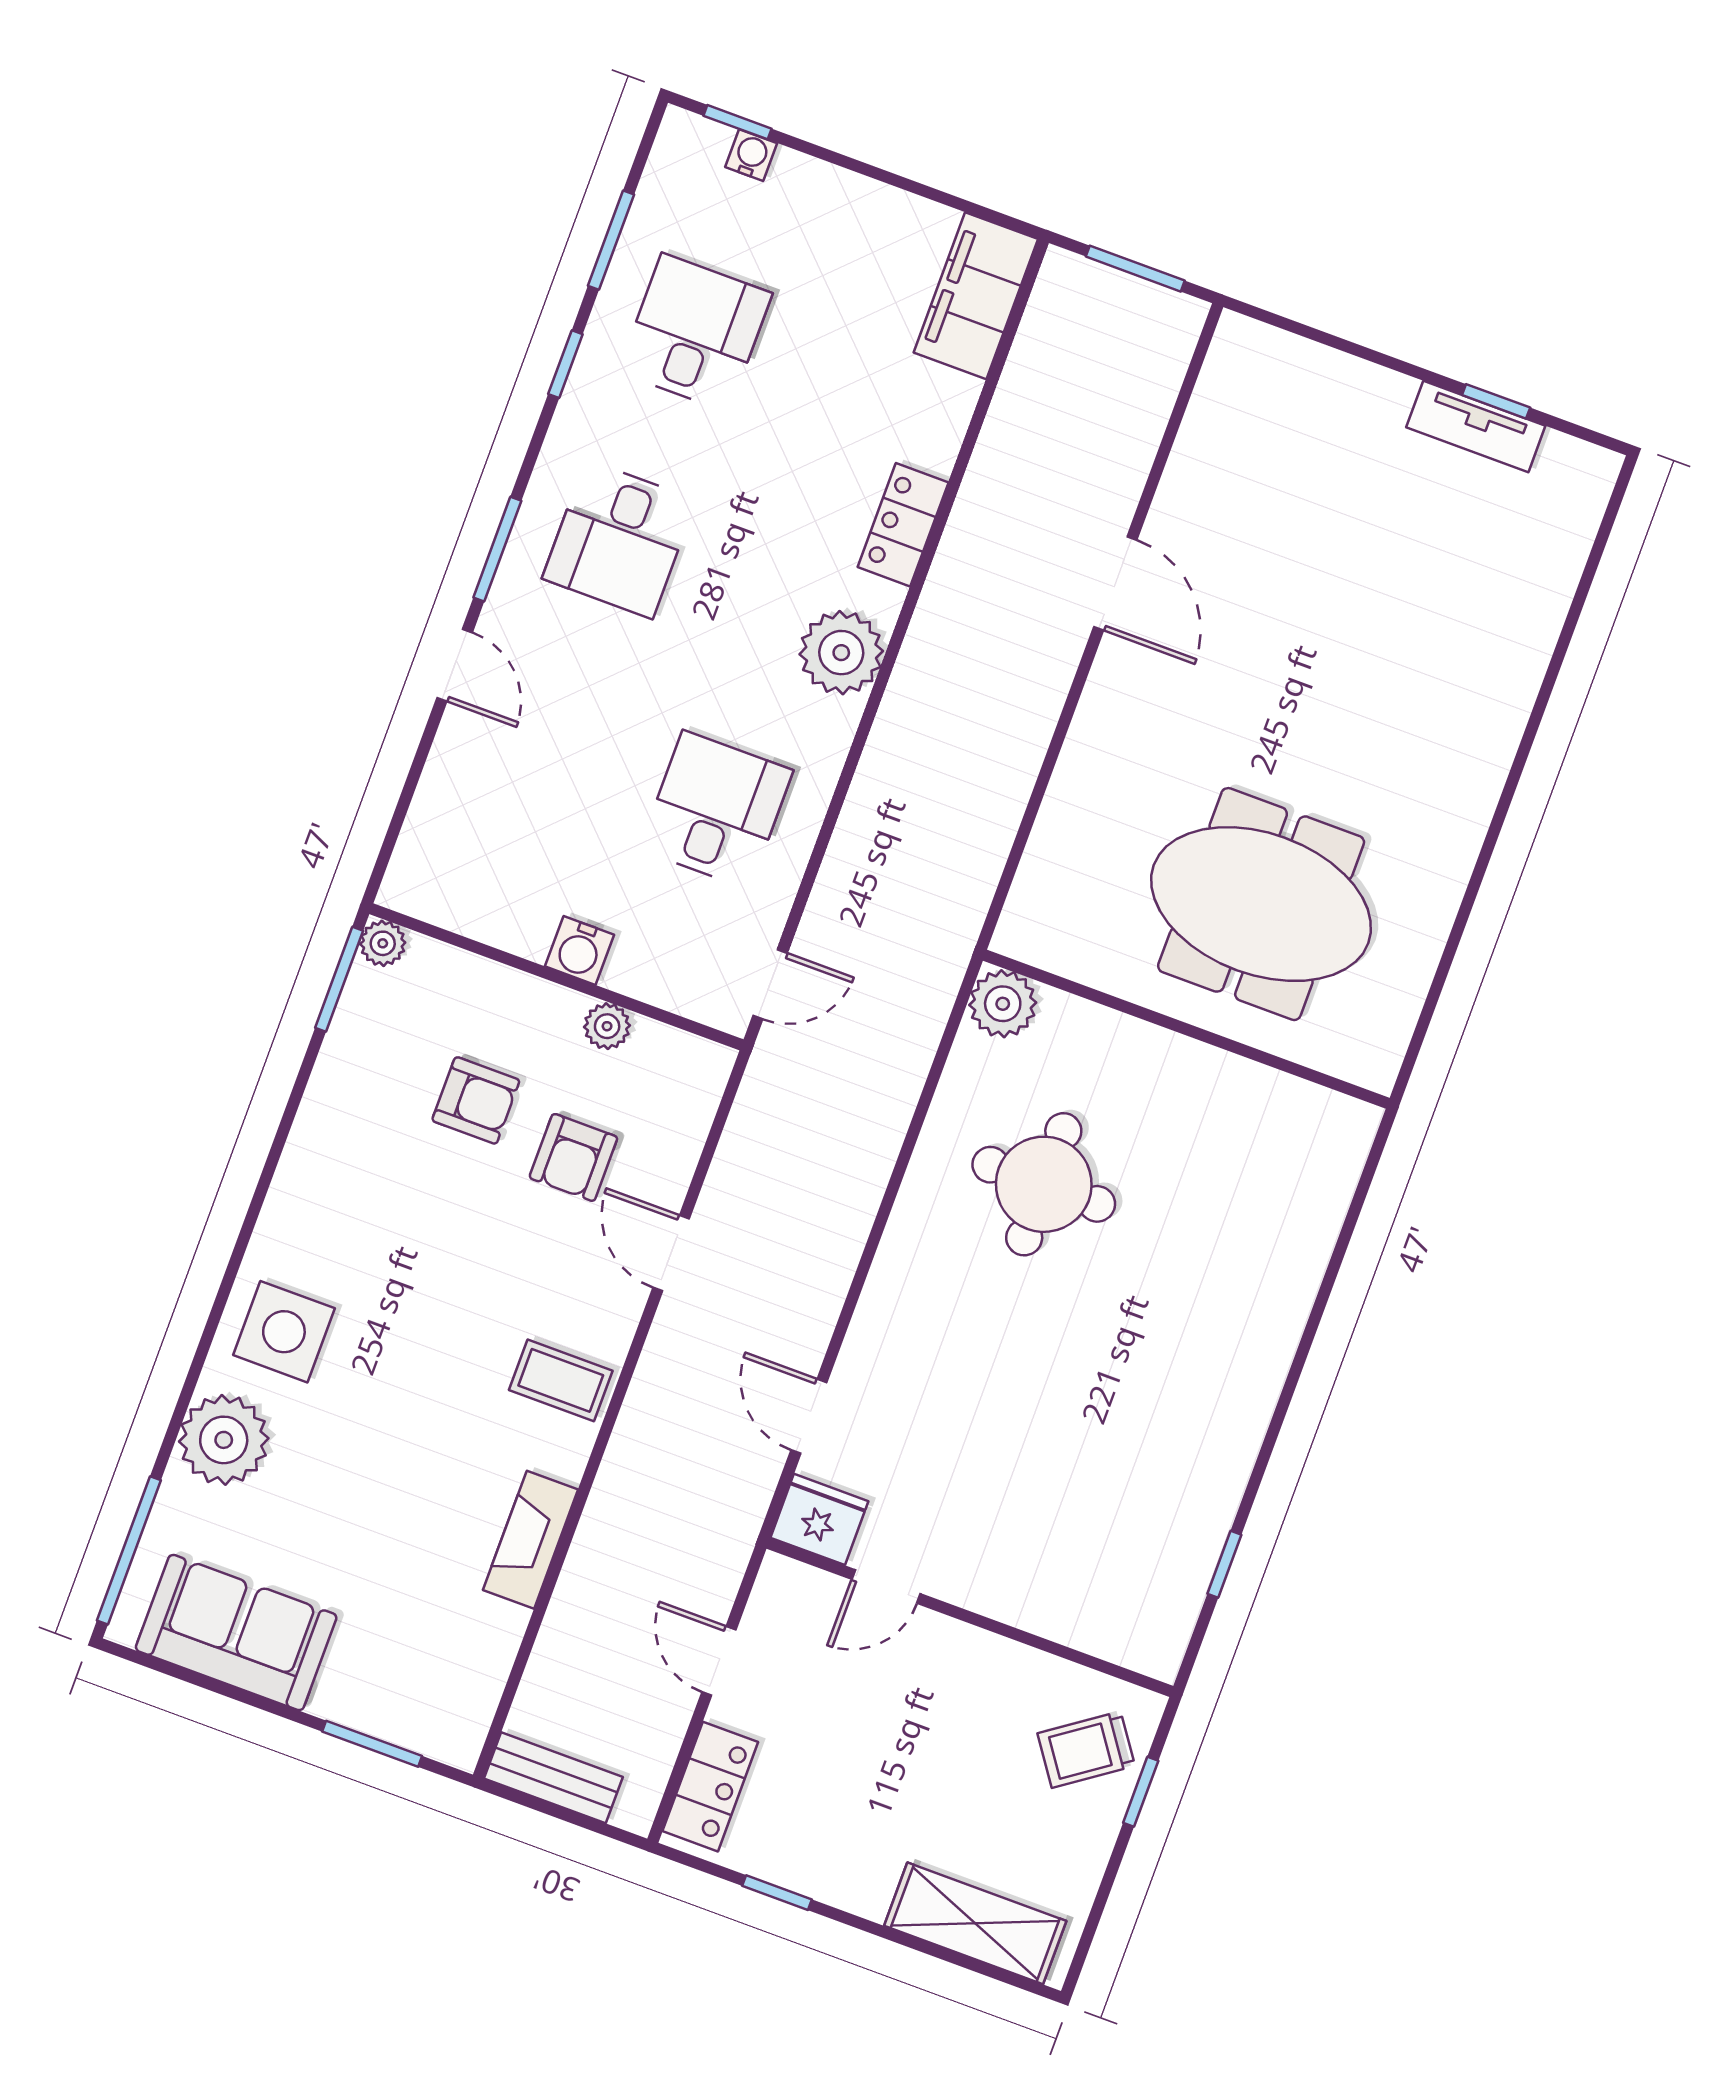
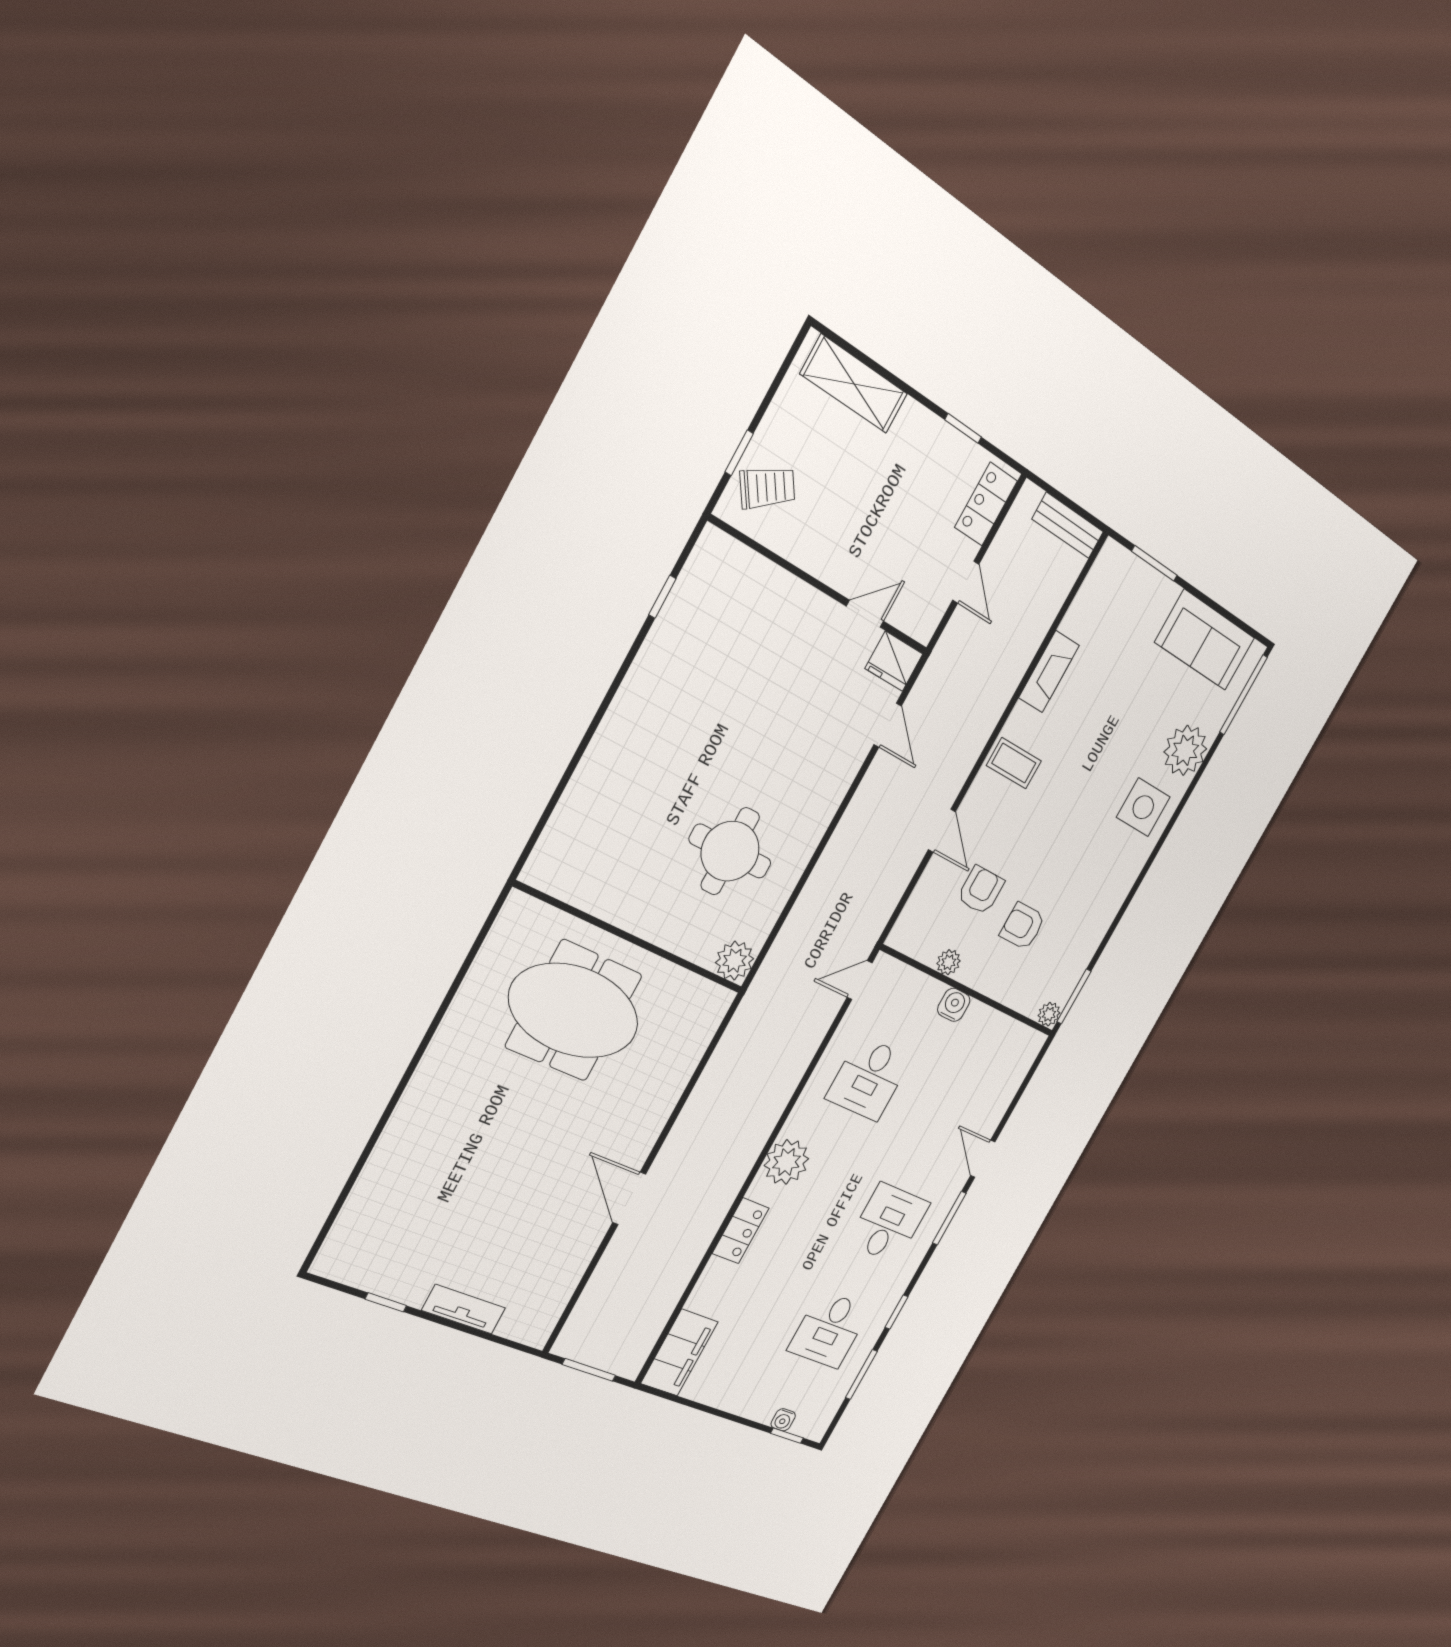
tv unit: (1476, 427) -> (464, 1309), moved

